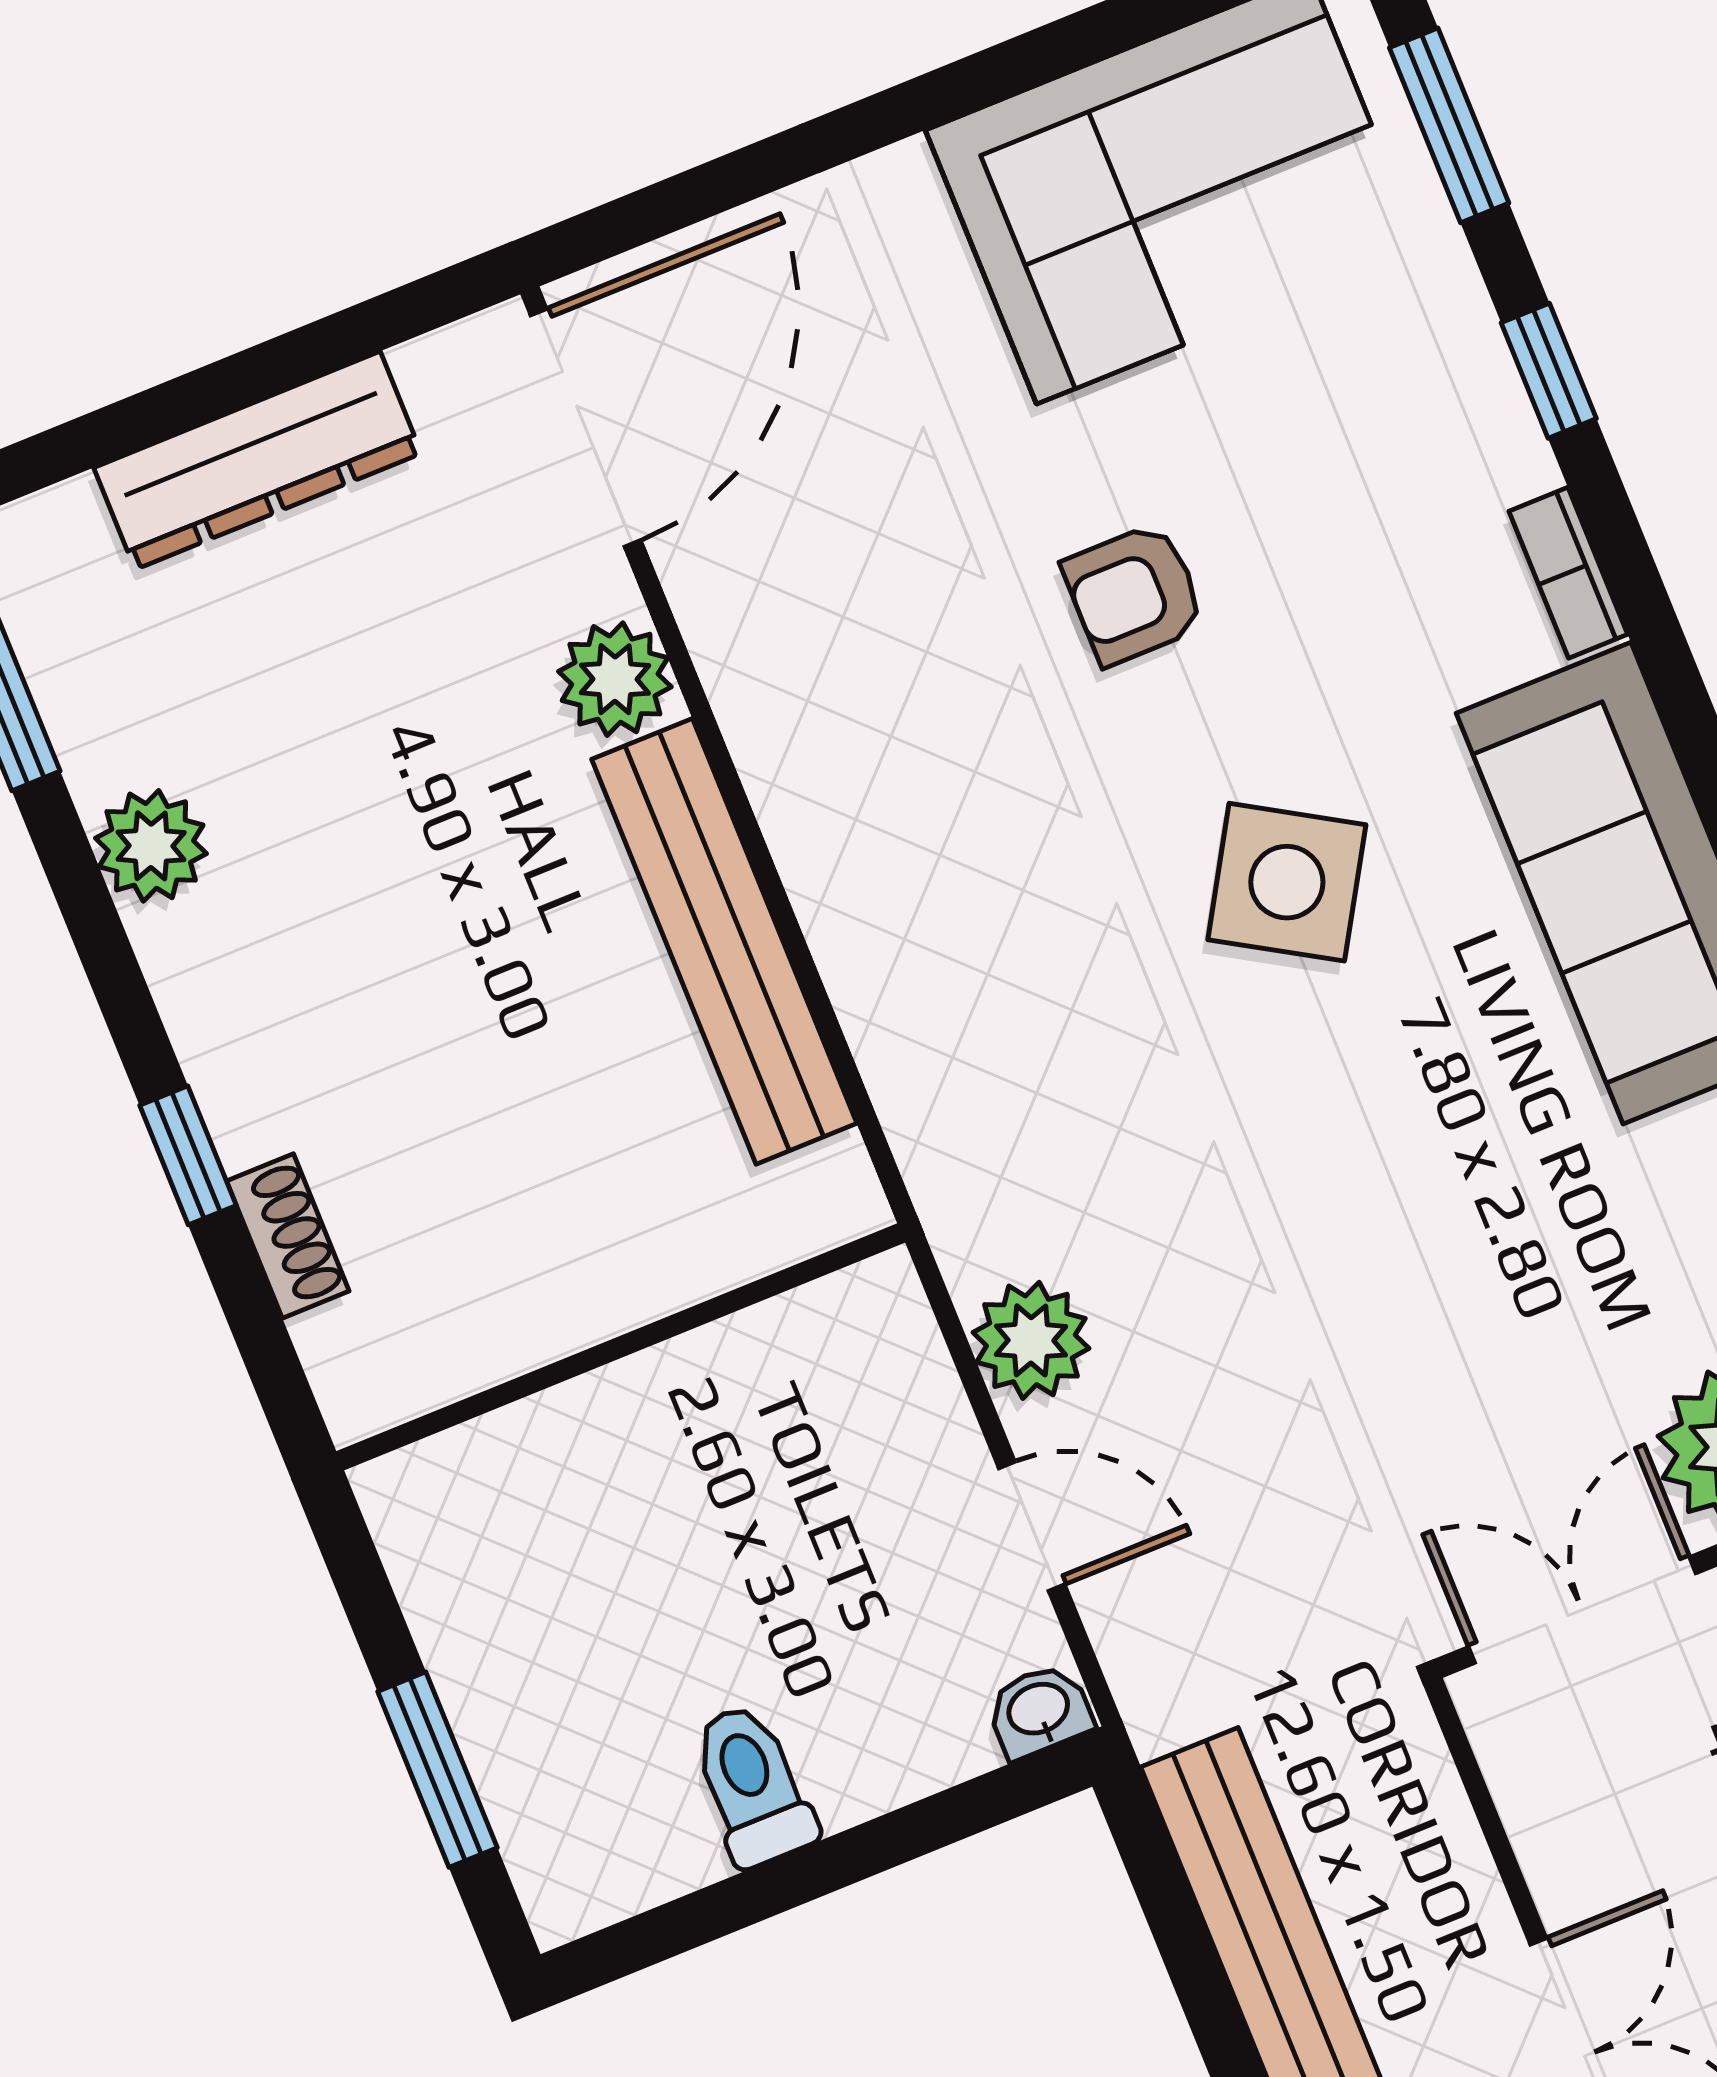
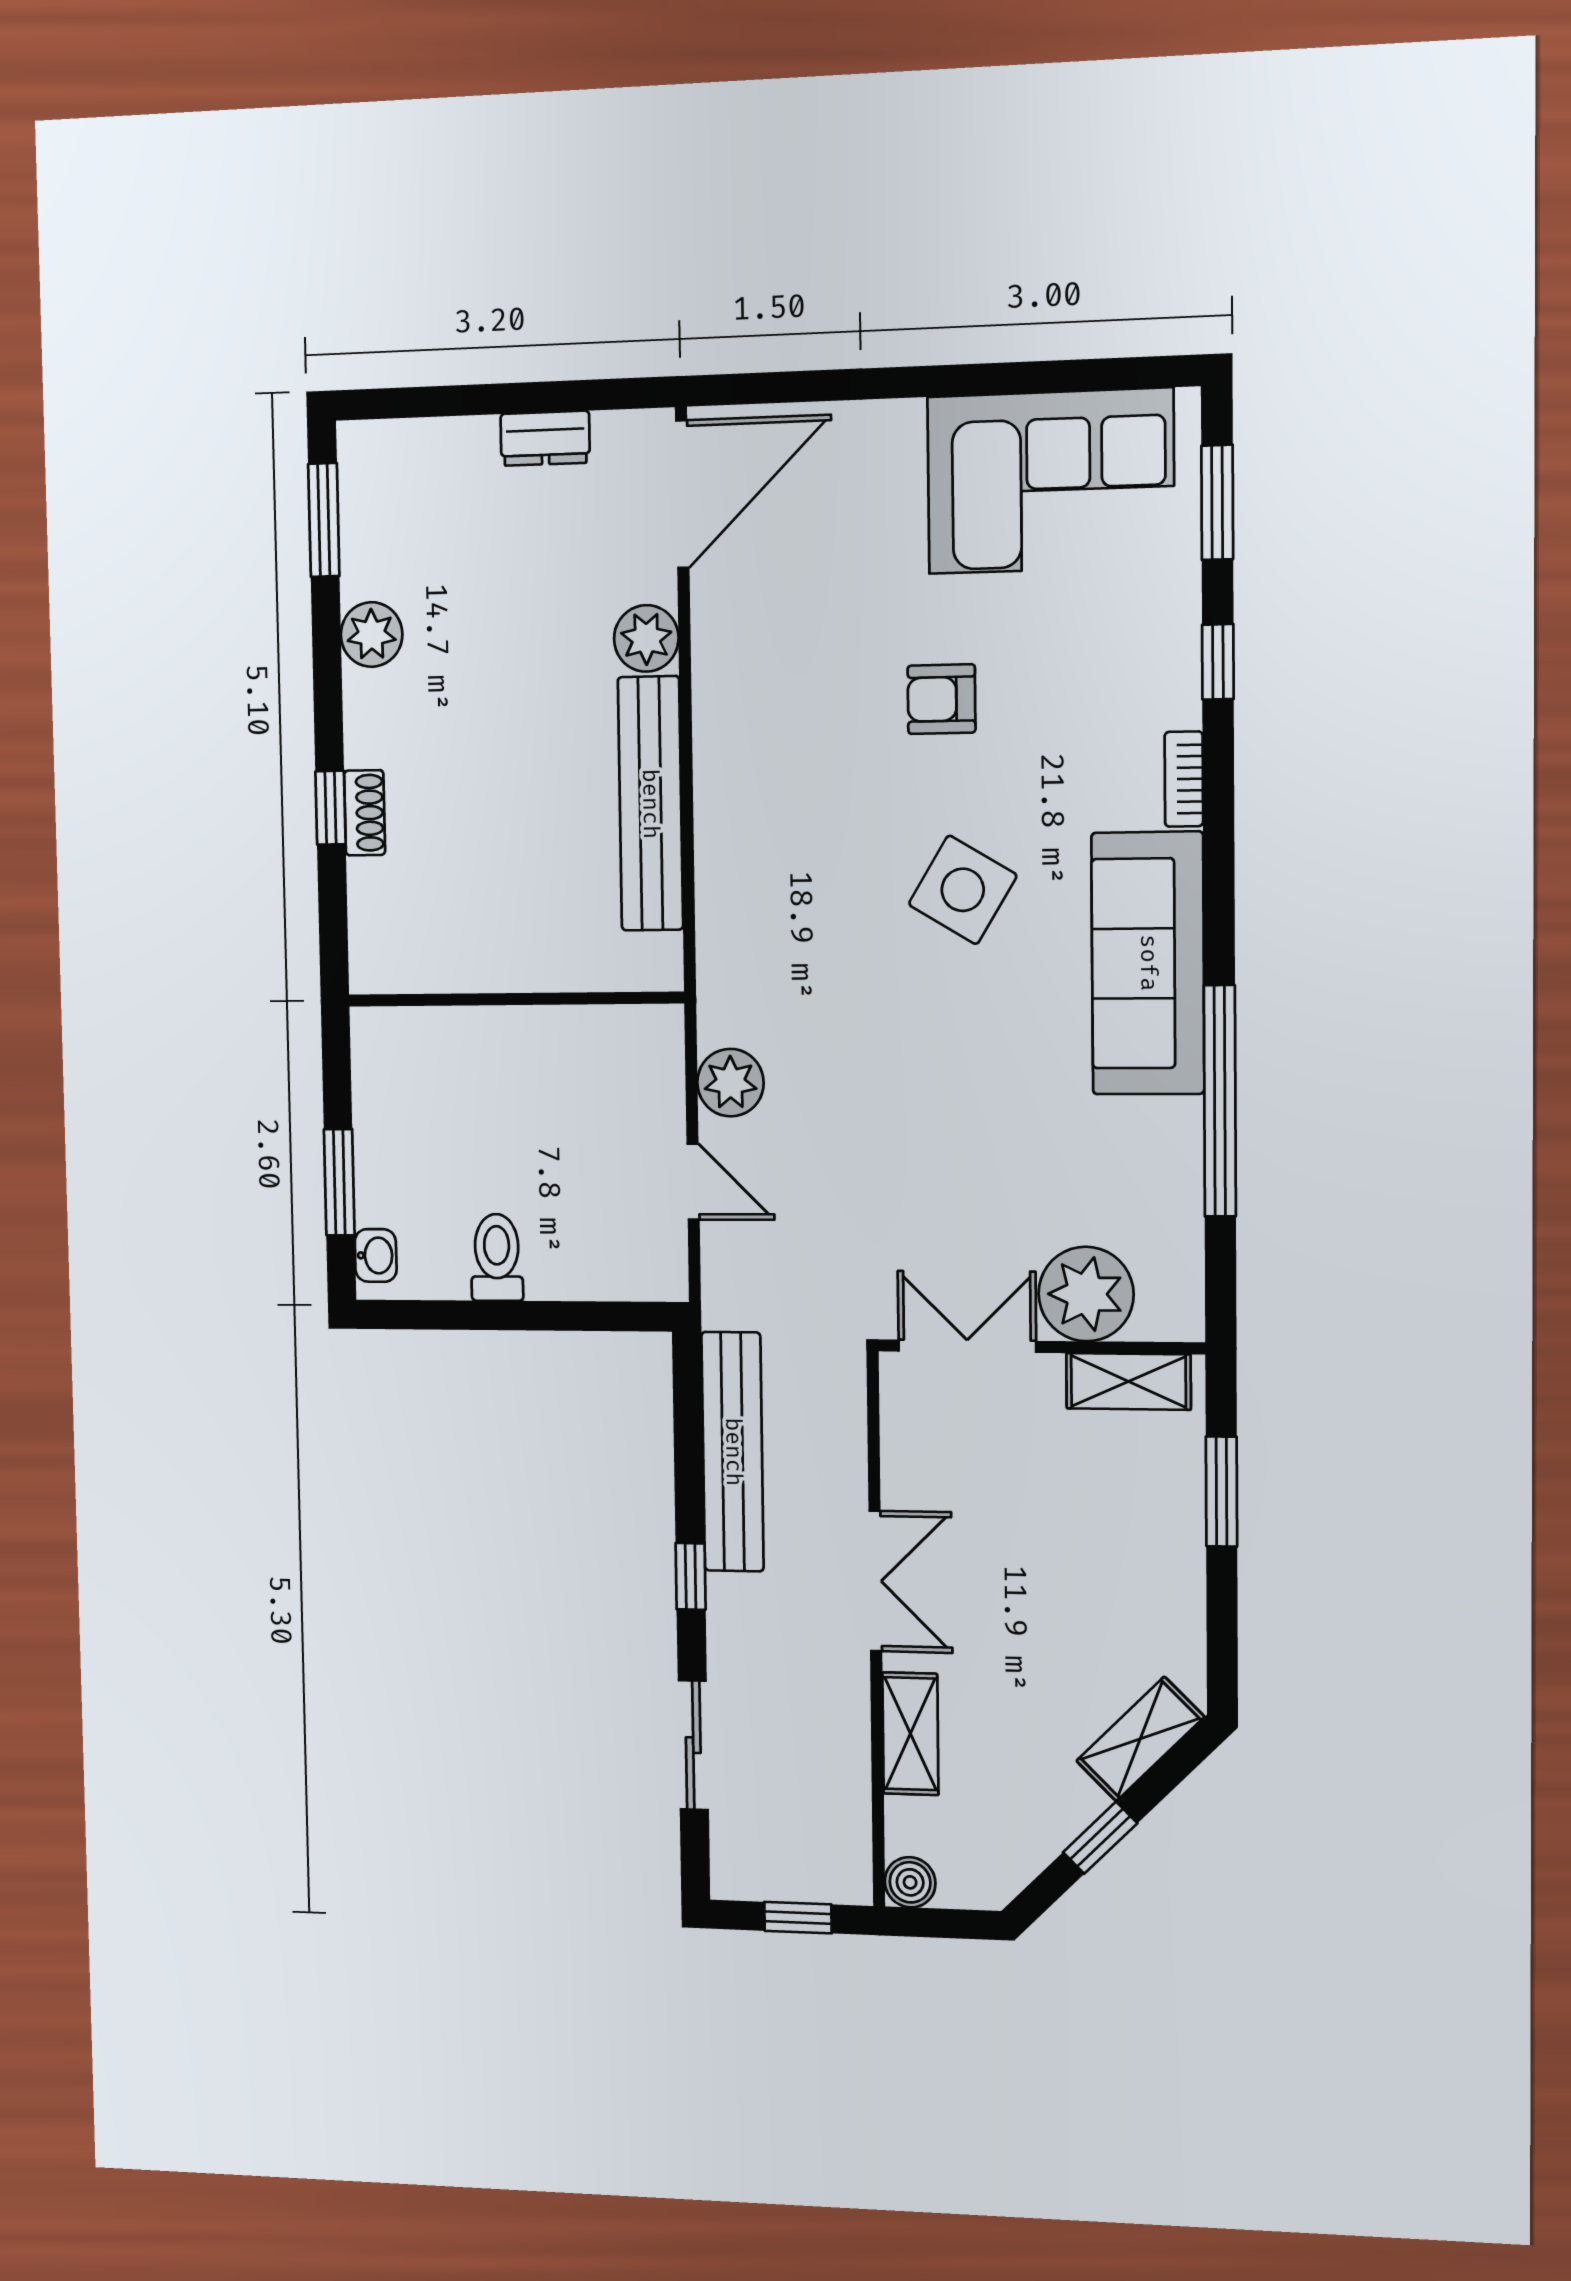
dresser: (258, 460) -> (545, 438), width x0.51, depth x0.80
shoe rack: (288, 1236) -> (365, 813), moved
washbasin: (1039, 1711) -> (376, 1255), moved, turned 90

